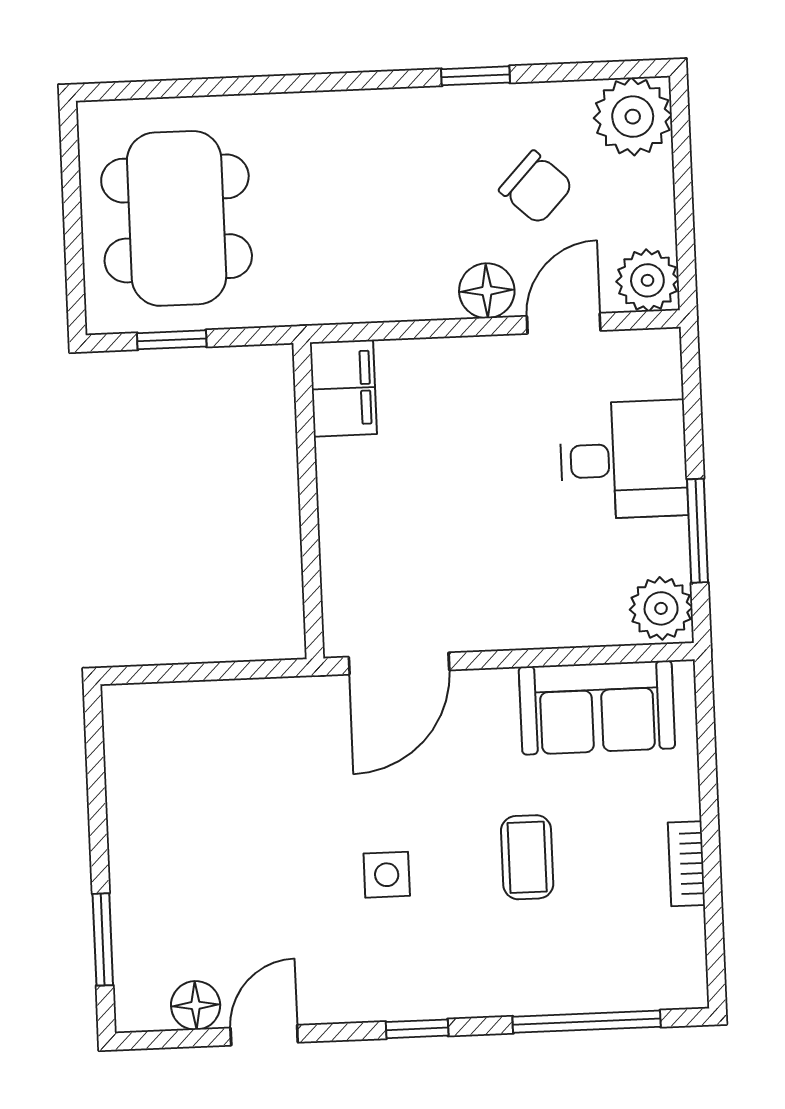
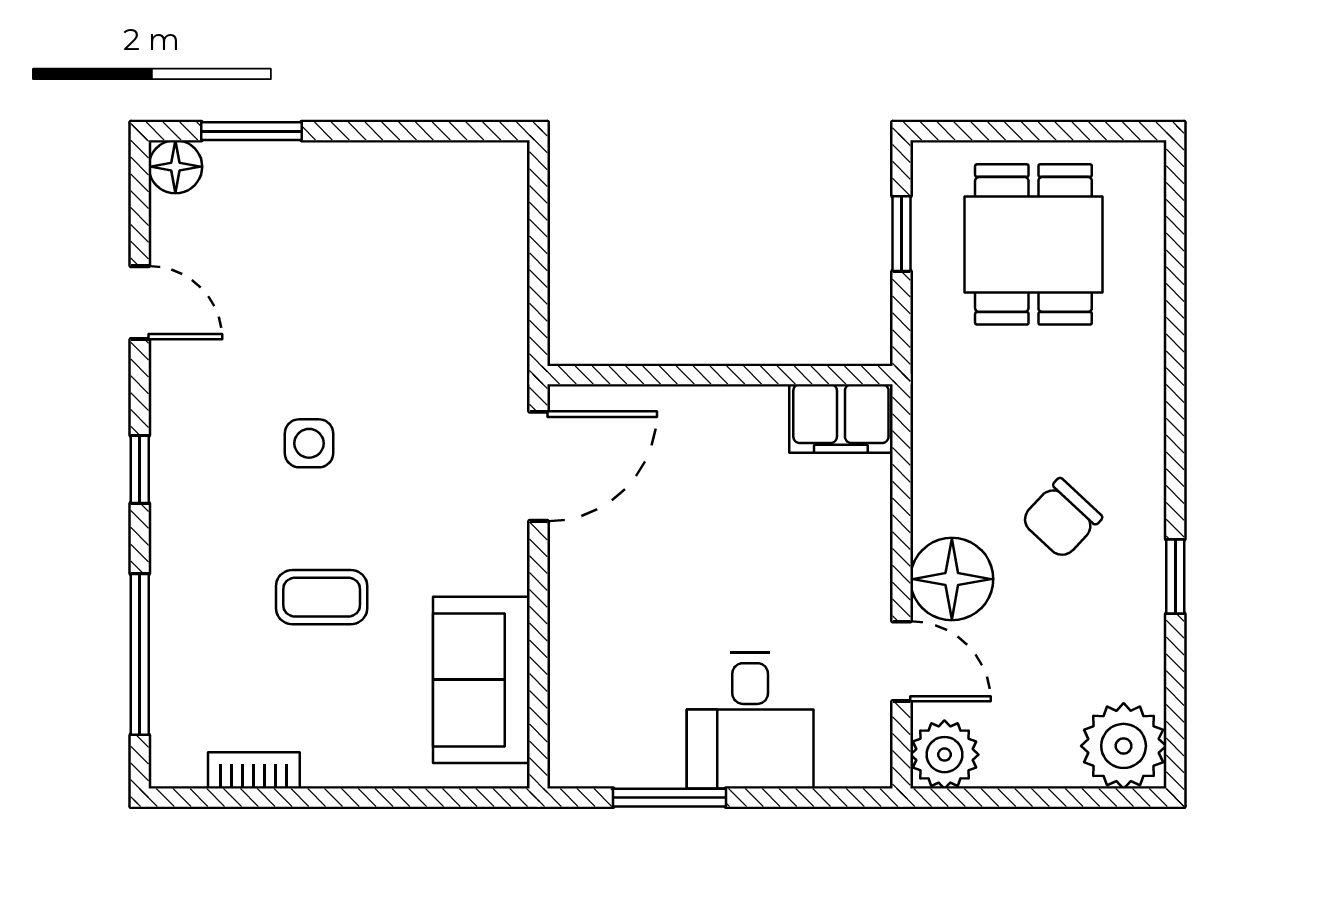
chair: (536, 187) -> (1061, 519), moved
dining table: (177, 218) -> (1033, 244), width x0.73
floor lamp: (487, 291) -> (952, 579), width x1.38, depth x1.38
plant: (661, 608) -> (587, 754), removed
door: (399, 664) -> (538, 466), swing flipped
bookcase: (686, 864) -> (254, 770), moved
floor lamp: (196, 1005) -> (175, 167), moved

